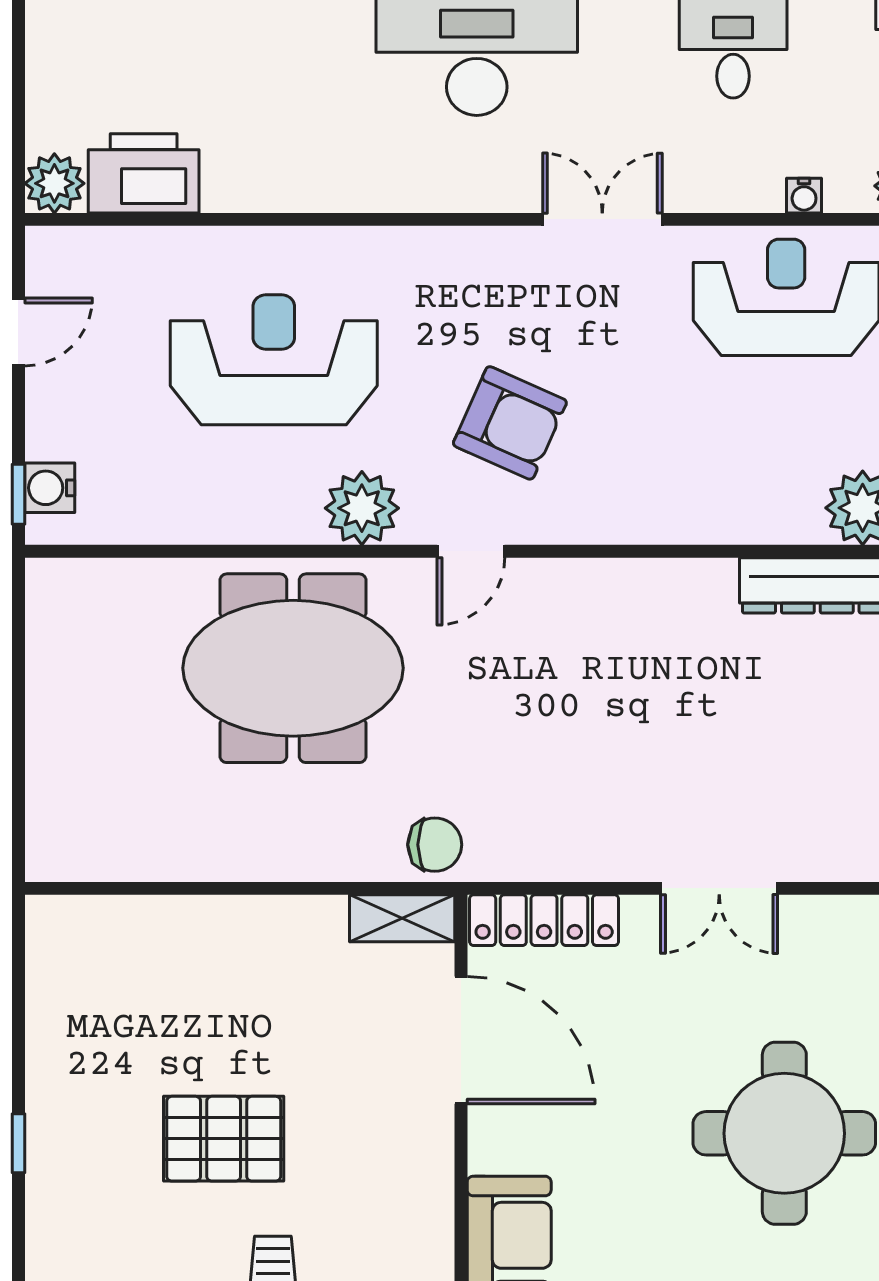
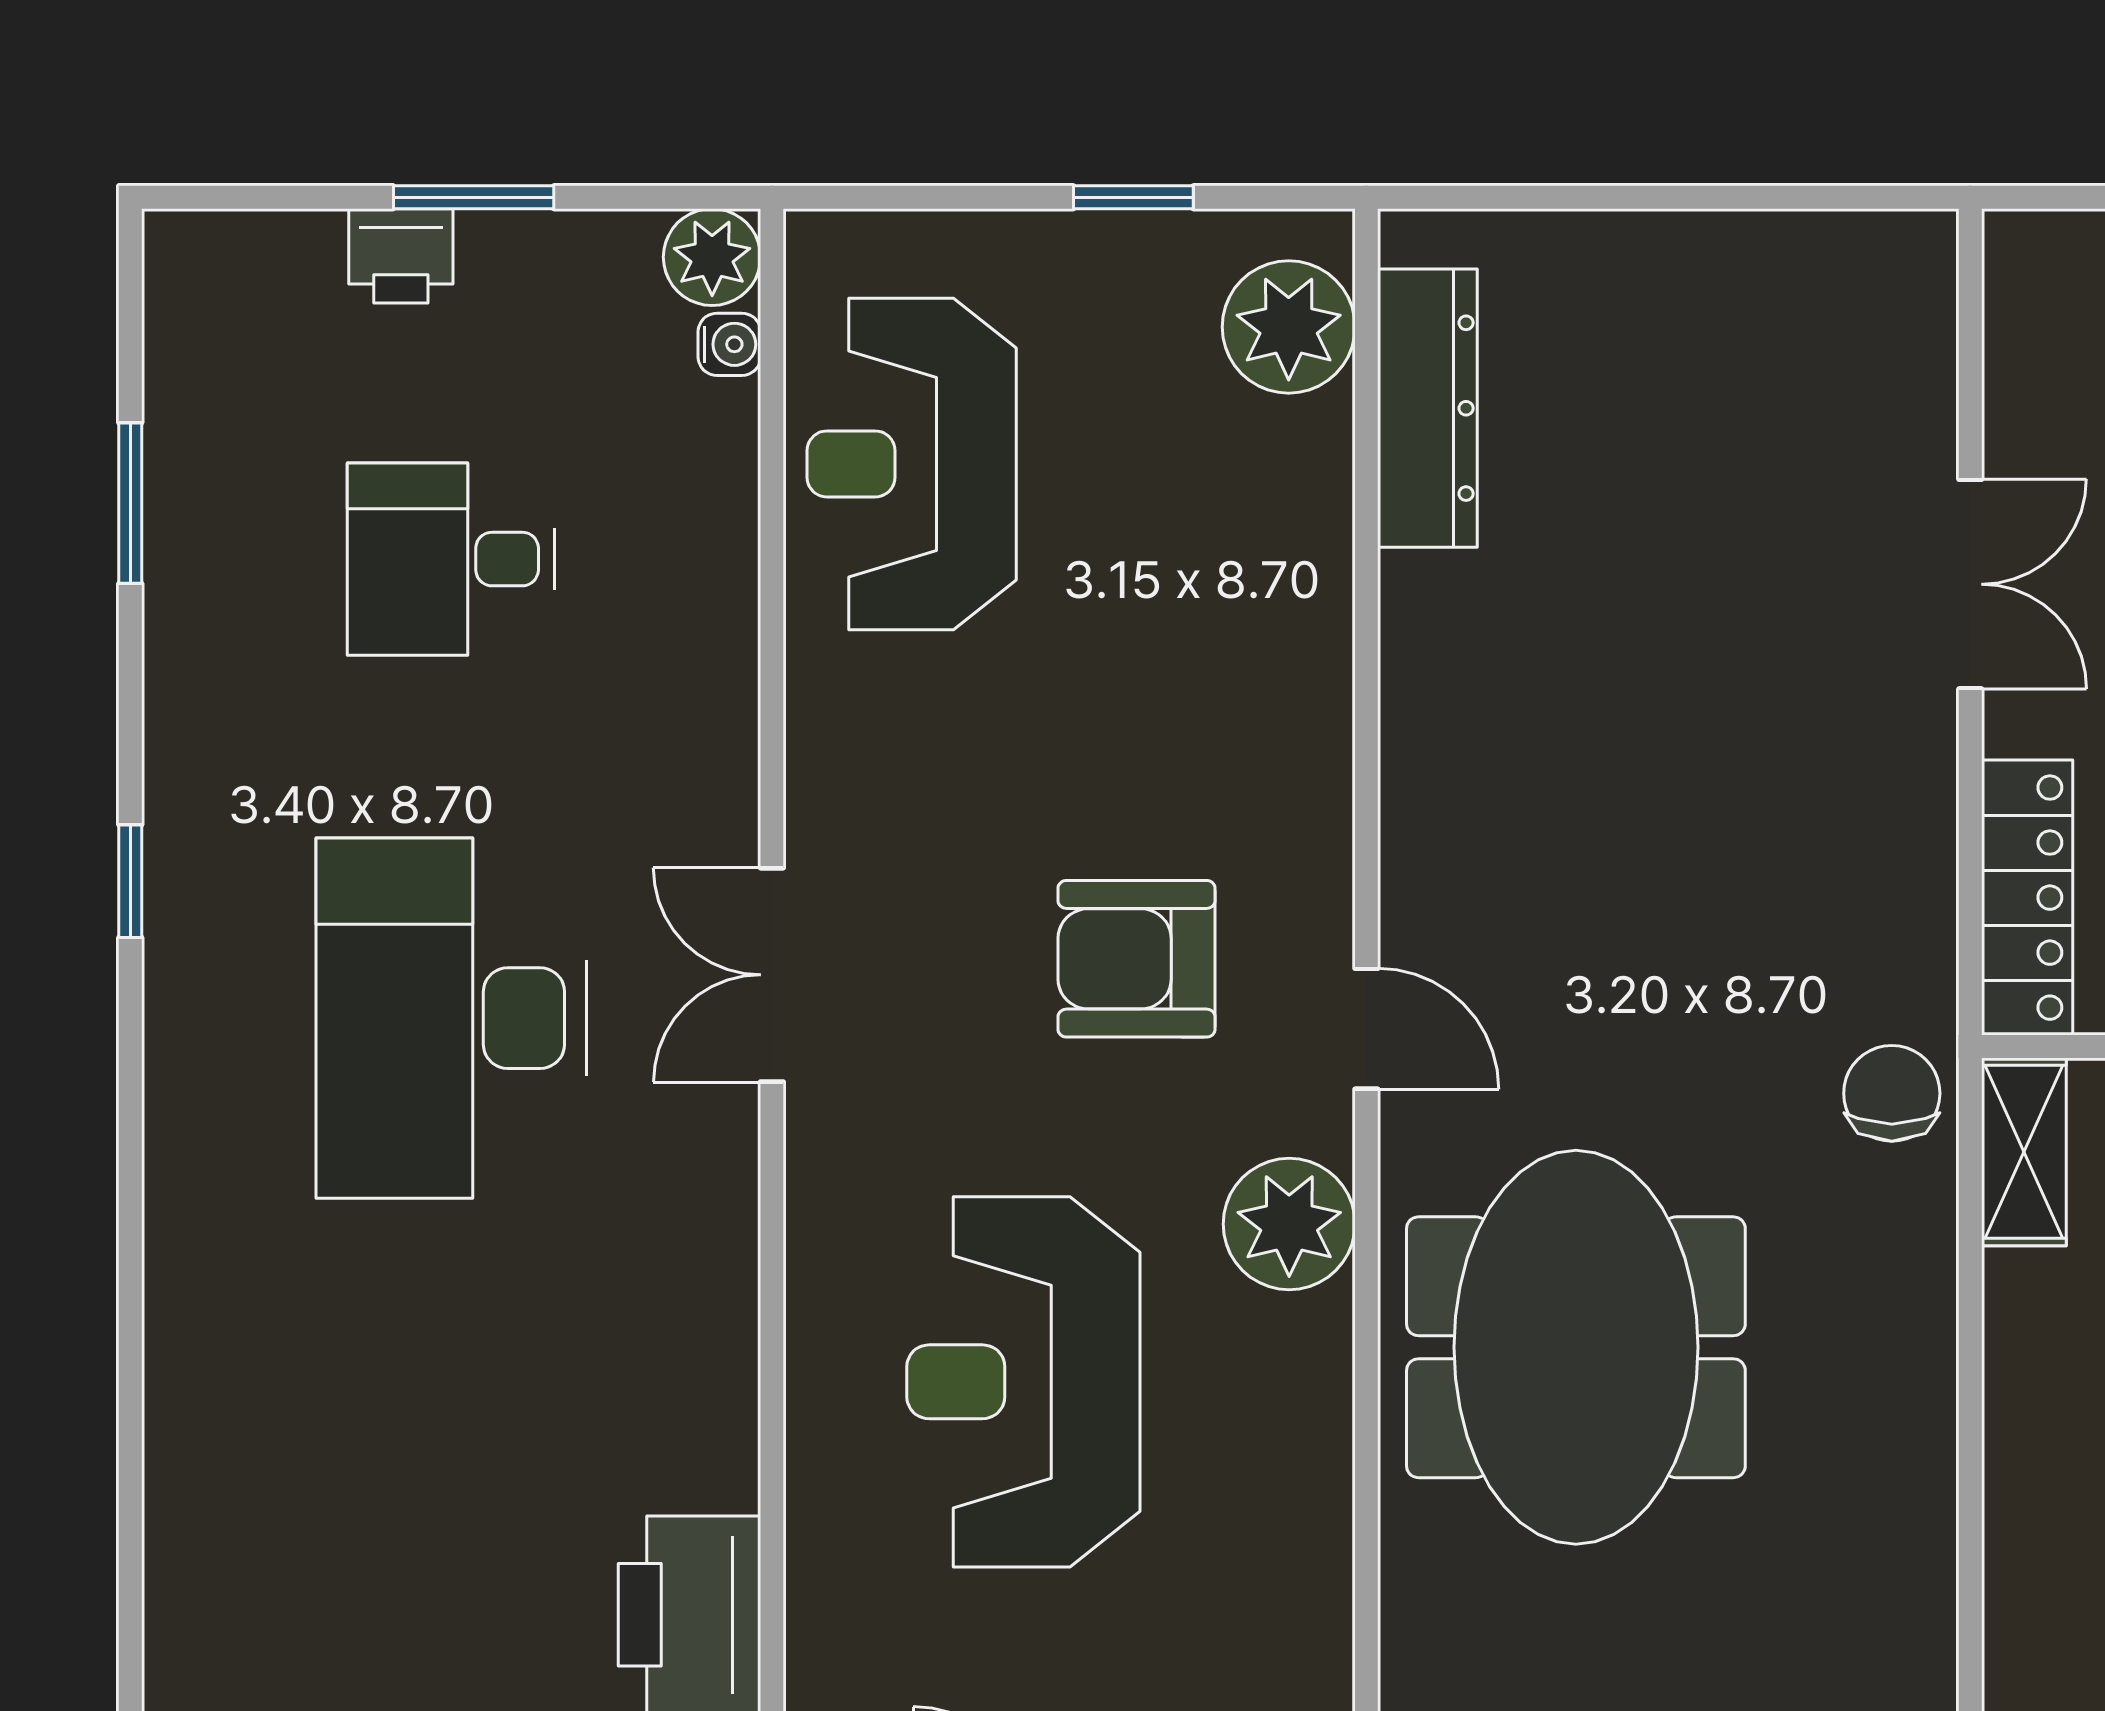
water cooler: (804, 196) -> (729, 344), moved
double door: (602, 219) -> (772, 975), moved
armchair: (510, 423) -> (1137, 959), turned -114

